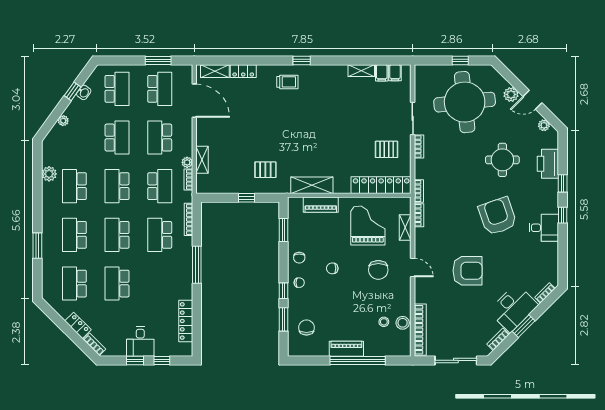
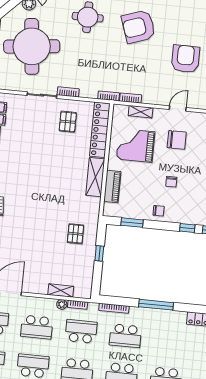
shelving: (312, 185) -> (95, 177), moved
chair: (299, 283) -> (181, 213), removed

